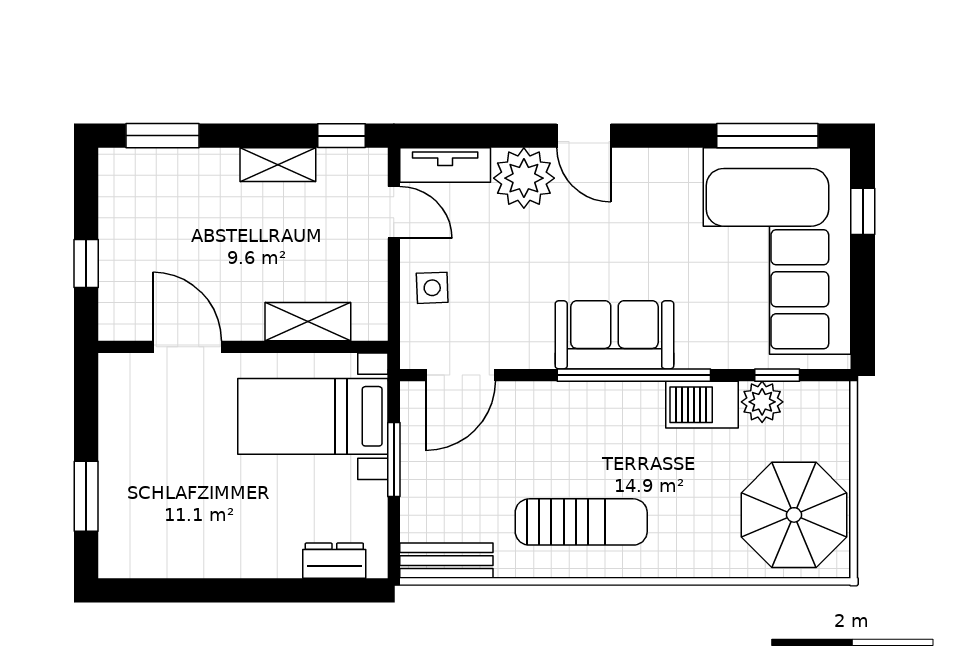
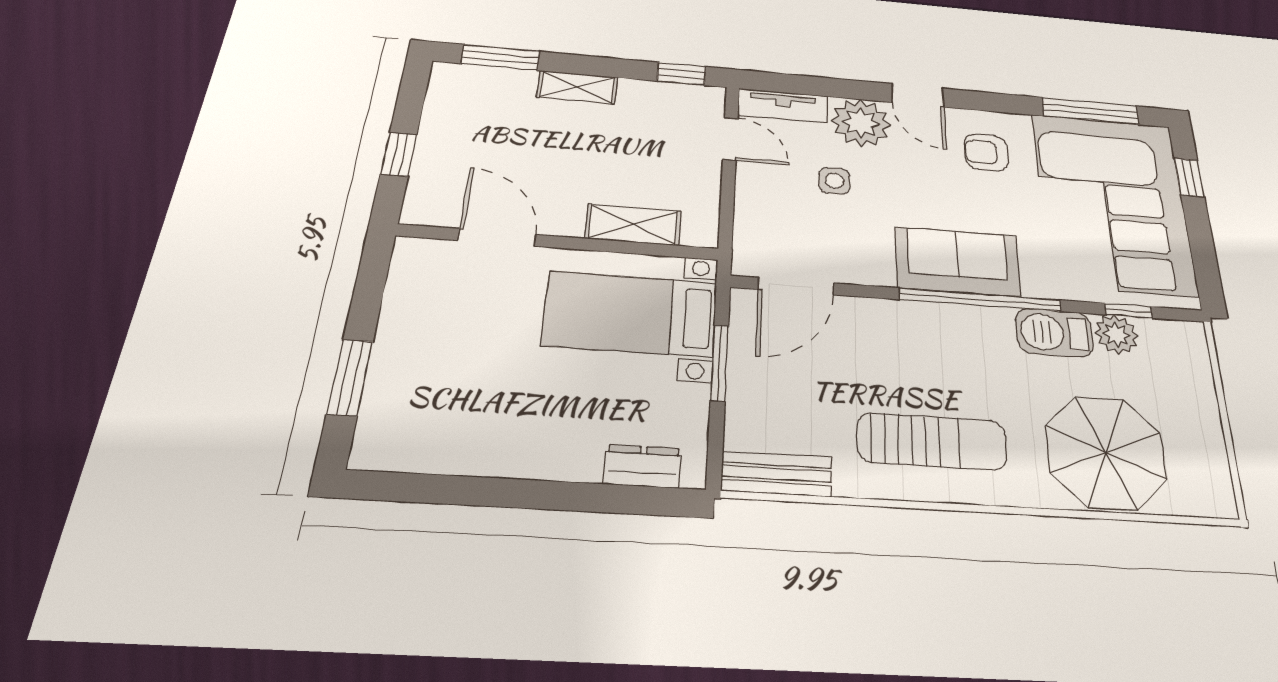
shelving: (278, 165) -> (577, 87), moved
armchair: (651, 202) -> (986, 152), added
side table: (432, 288) -> (834, 181), moved
parasol: (794, 515) -> (1106, 452), moved

